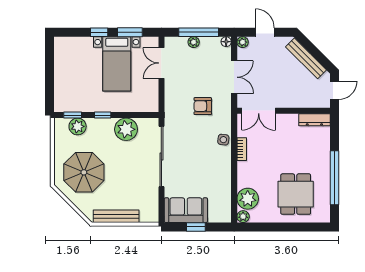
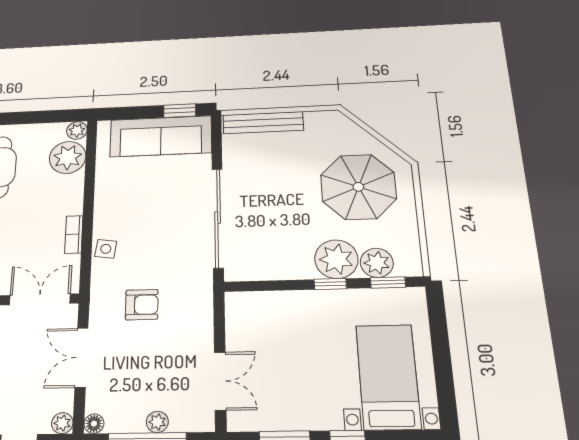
bed with nightstands: (117, 64) -> (388, 377), moved
plant: (126, 129) -> (336, 259), moved
sofa: (186, 210) -> (161, 136), width x1.36
bench: (116, 216) -> (263, 123), moved
window: (196, 227) -> (180, 111), moved

